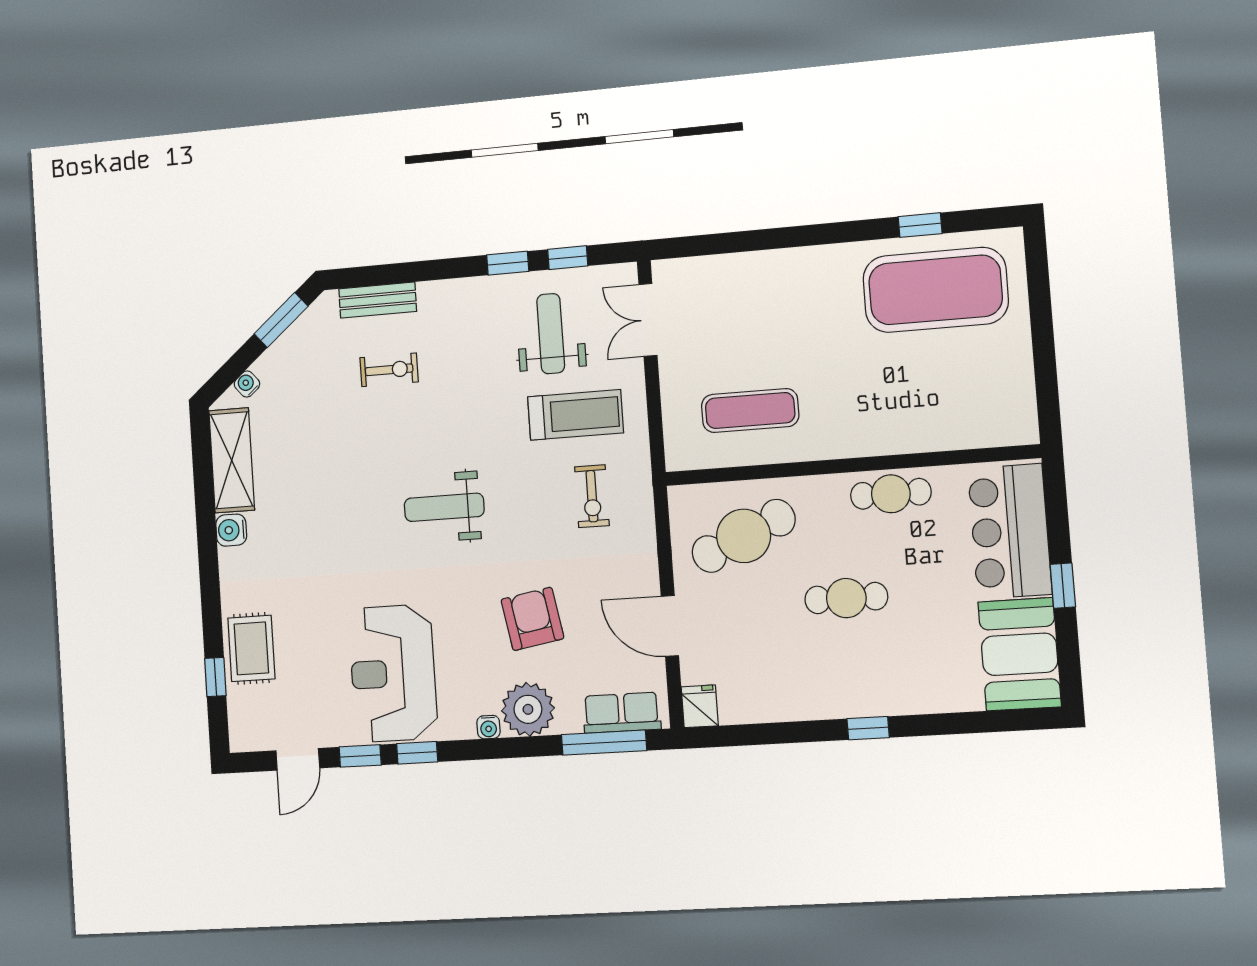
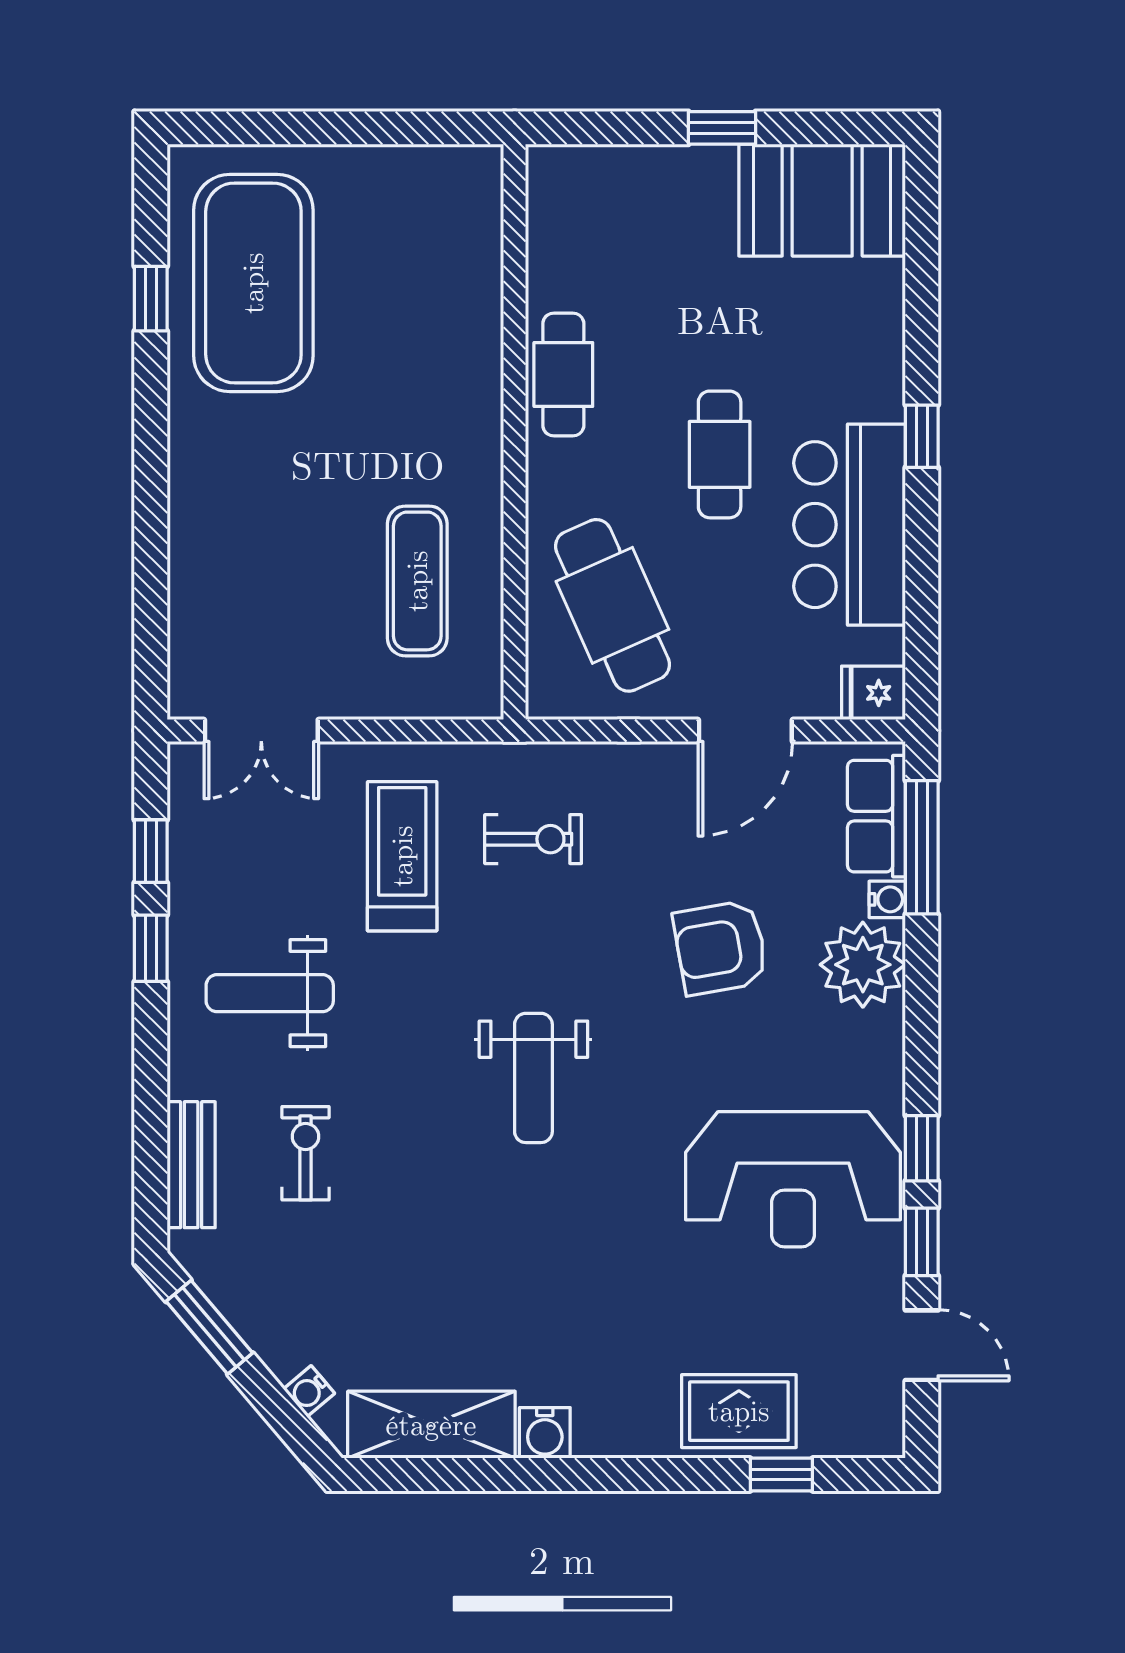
weight bench: (551, 334) -> (270, 993), moved
bar counter: (1010, 531) -> (850, 525), moved, turned 90
water cooler: (488, 727) -> (887, 899), moved

